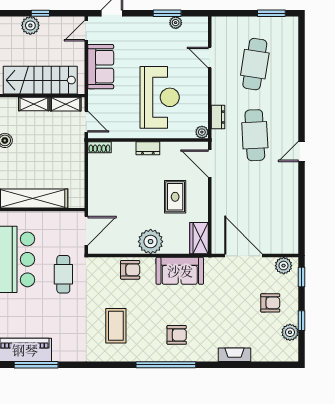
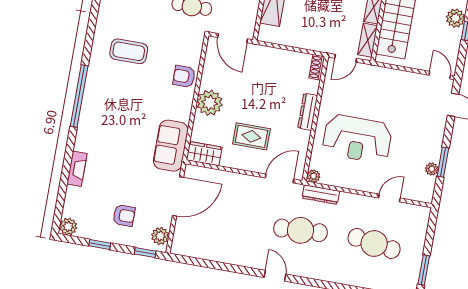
sofa: (101, 67) -> (400, 83), removed
dresser: (218, 117) -> (321, 195), width x1.44
dresser: (148, 148) -> (308, 112), width x1.44
armchair: (130, 270) -> (184, 76), turned 90
sofa: (180, 271) -> (171, 146), moved
armchair: (270, 303) -> (124, 215), turned -90
plant: (290, 332) -> (68, 227), moved
armchair: (177, 335) -> (108, 113), removed

